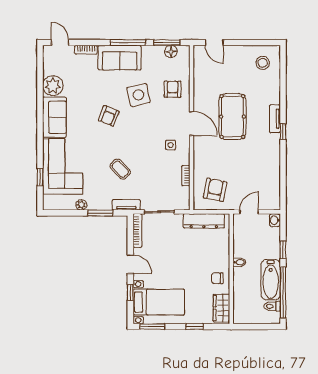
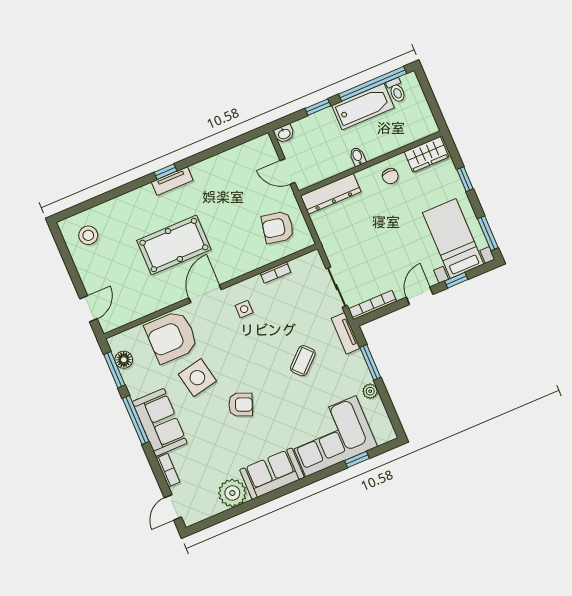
armchair: (173, 89) -> (171, 337), width x1.88, depth x1.88
tv unit: (275, 119) -> (172, 181), moved
dresser: (204, 221) -> (331, 194), moved, turned 90

